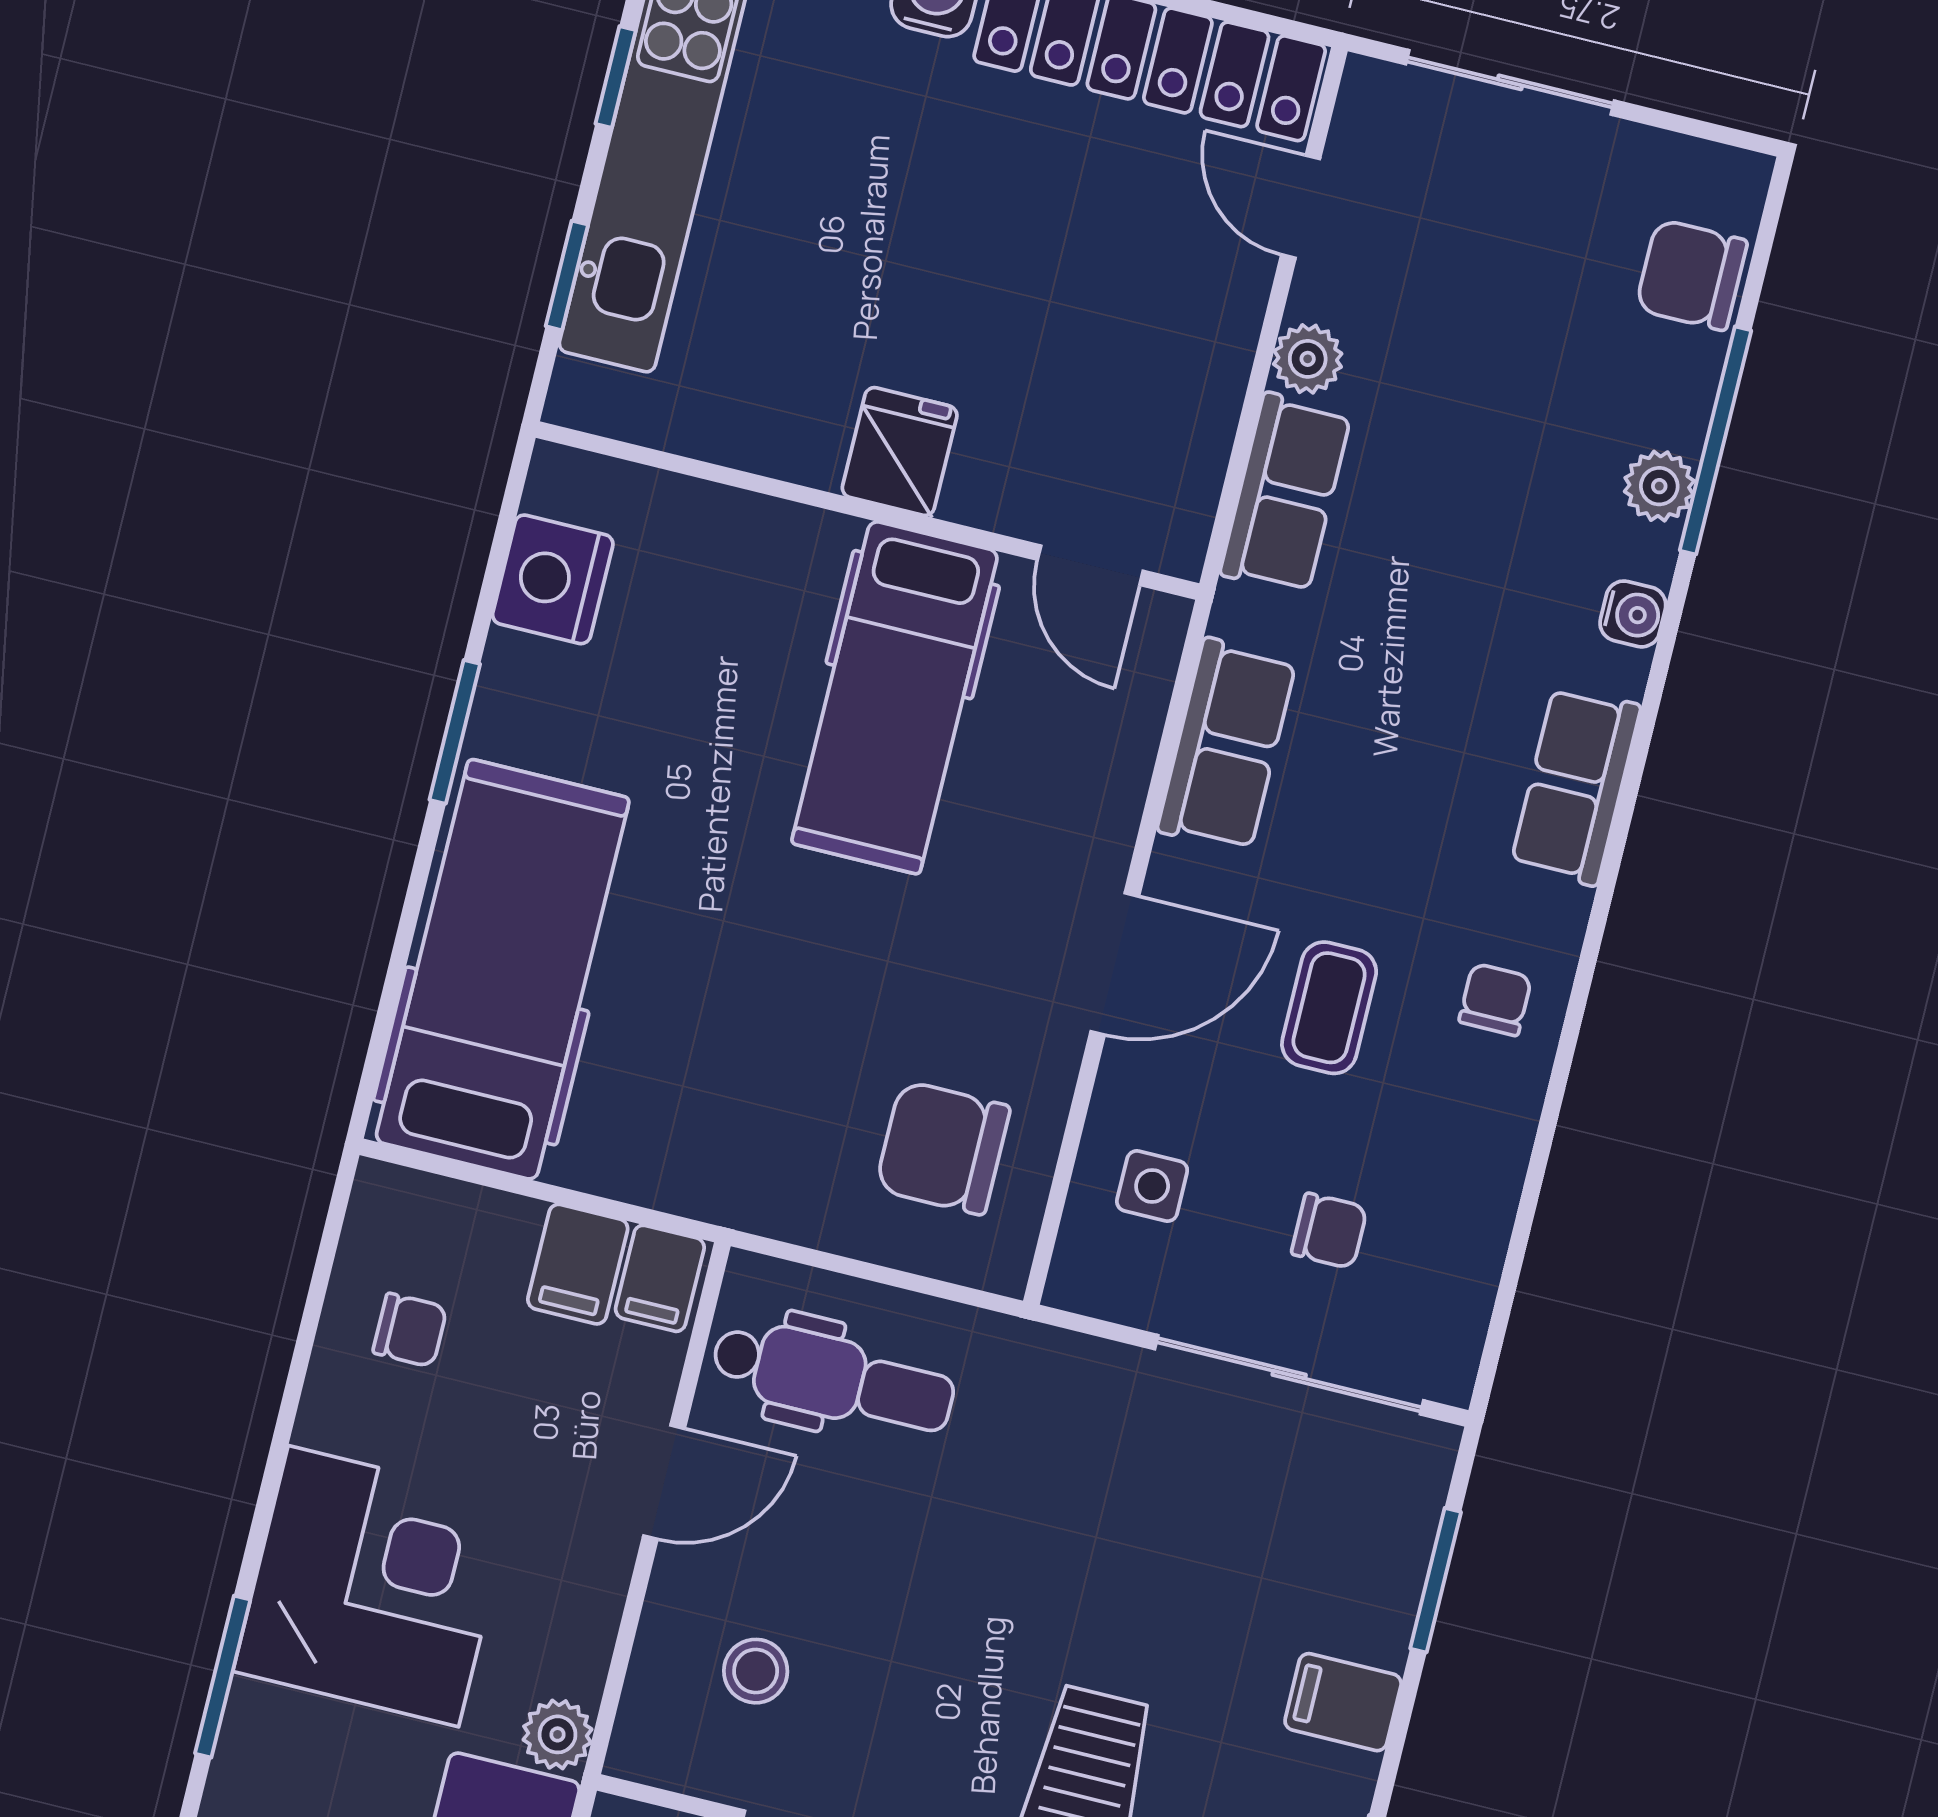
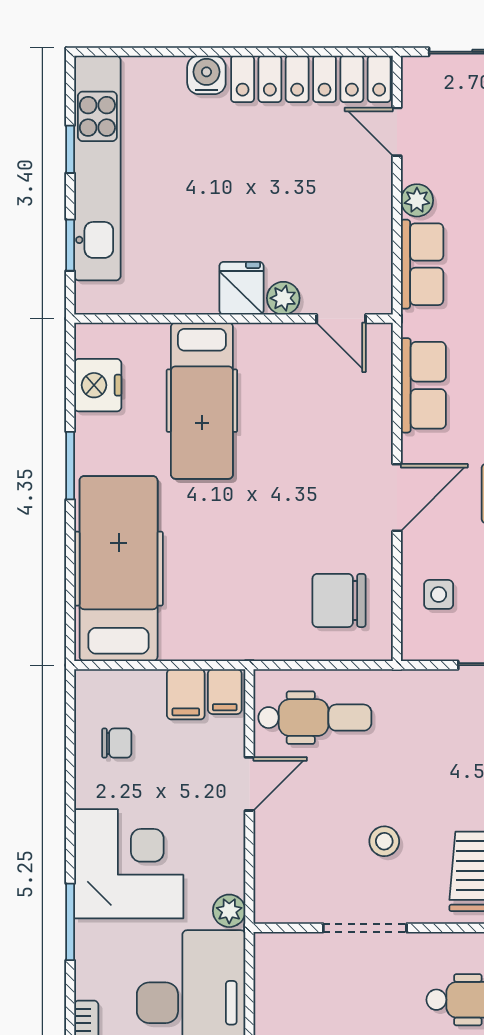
plant: (981, 494) -> (283, 298), added
hospital bed: (895, 697) -> (202, 401), moved
stool: (756, 1671) -> (384, 841), moved

